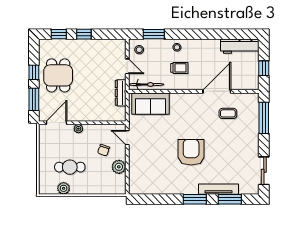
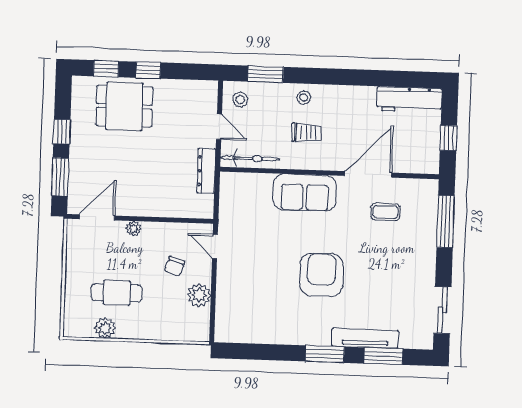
dining table: (58, 75) -> (124, 106), moved, turned 90
sofa: (151, 104) -> (305, 193), moved

